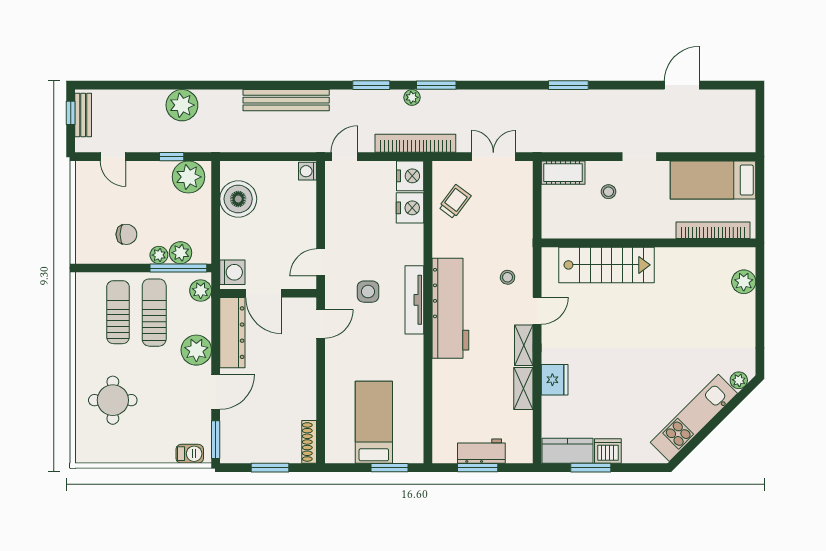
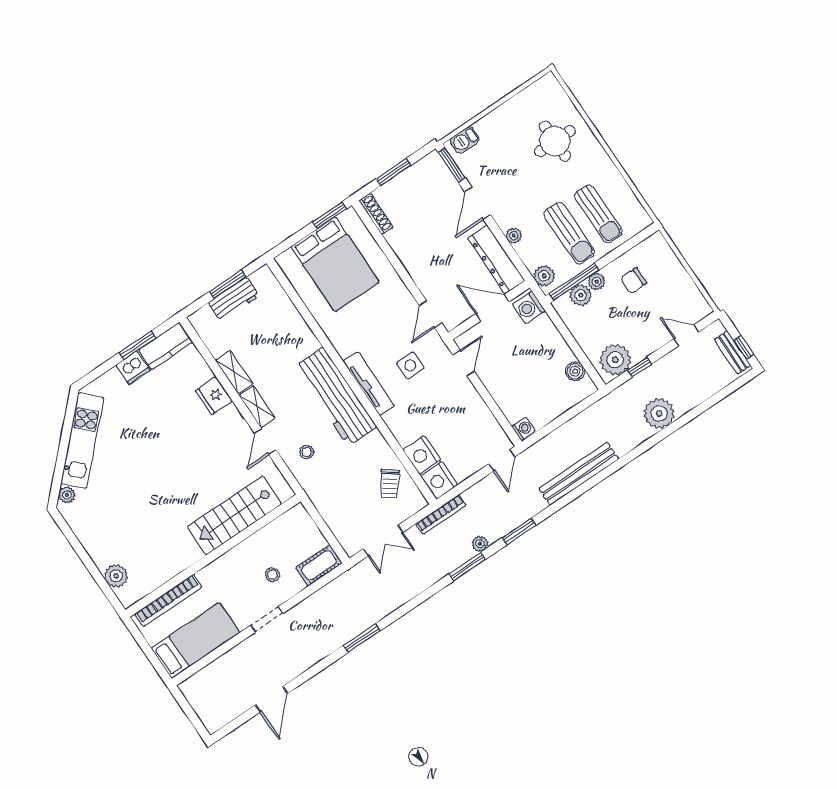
bookcase: (415, 143) -> (441, 514), width x0.68, depth x0.76
boiler: (238, 199) -> (575, 371), width x0.54, depth x0.54
plant: (196, 350) -> (514, 236), width x0.53, depth x0.53
bed: (374, 422) -> (335, 264), width x1.50
window: (389, 468) -> (330, 215), moved

